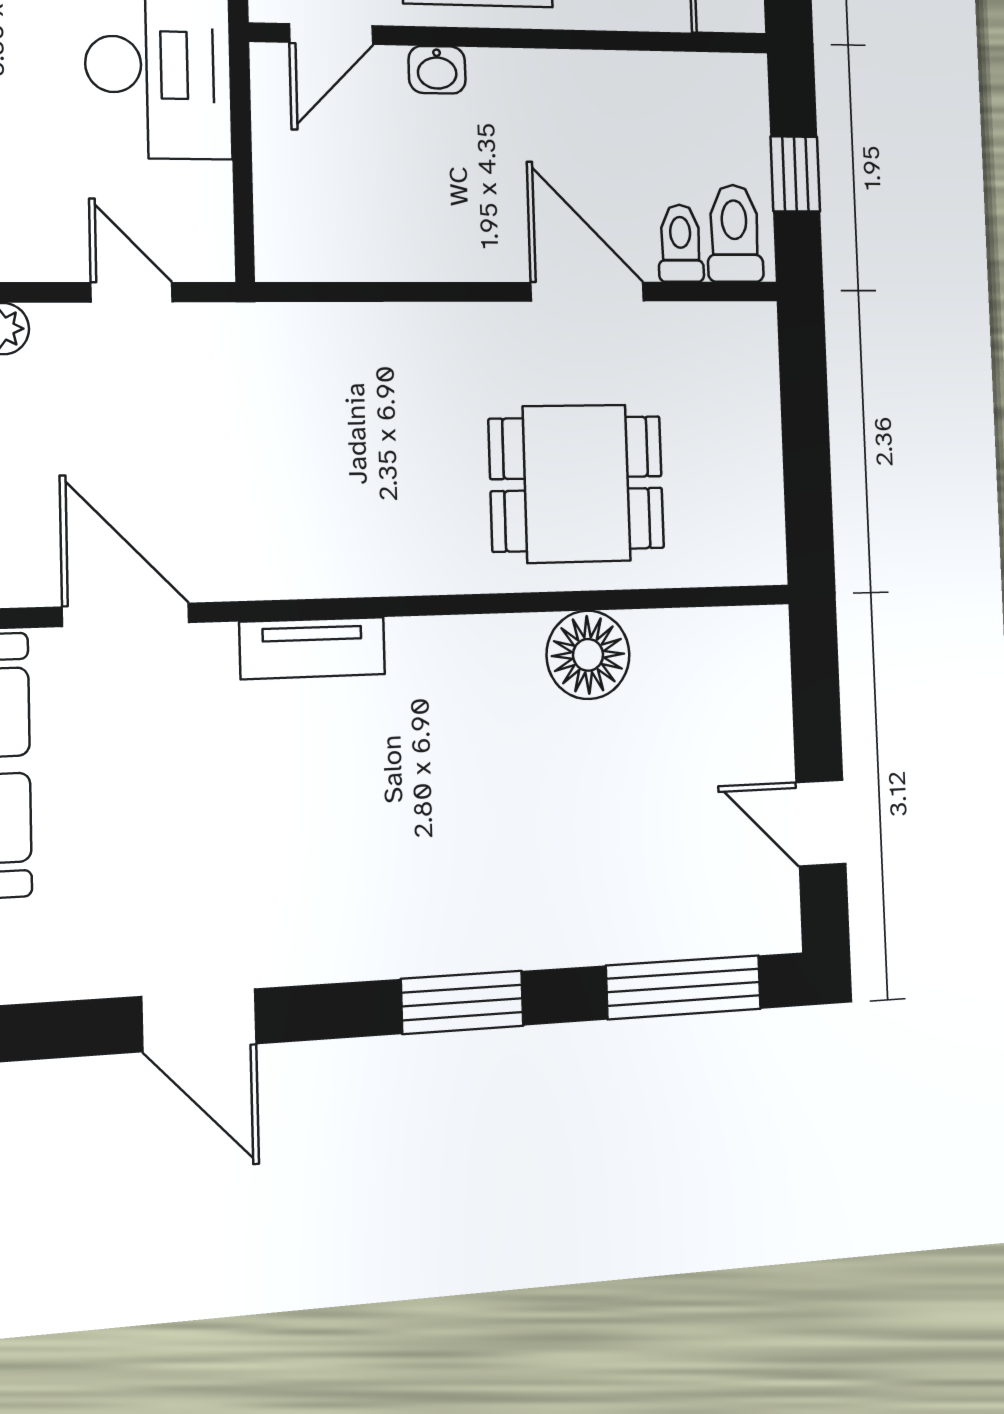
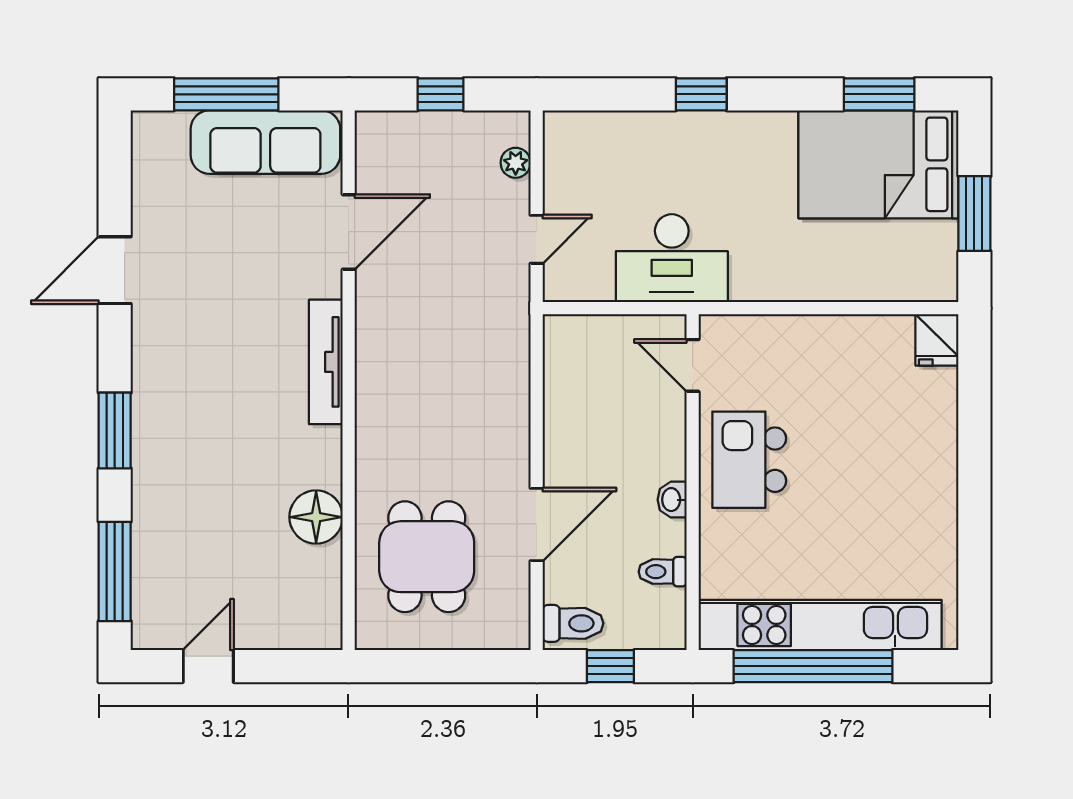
washbasin: (437, 70) -> (672, 500), moved
toilet: (680, 243) -> (663, 572), moved, turned 180
dining table: (577, 484) -> (427, 557), moved
tv unit: (312, 648) -> (326, 362), width x1.41

